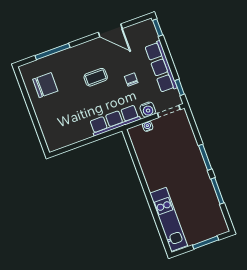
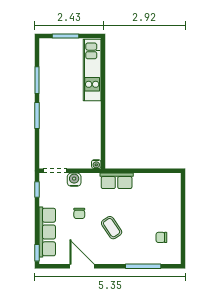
row of seats: (161, 67) -> (47, 232), moved
coffee table: (96, 77) -> (112, 228), turned 56
chair: (45, 85) -> (161, 237), width x0.54, depth x0.54
row of seats: (115, 120) -> (117, 181), width x0.68
water cooler: (148, 126) -> (96, 164), moved

